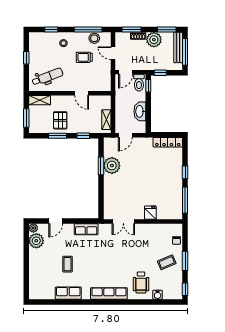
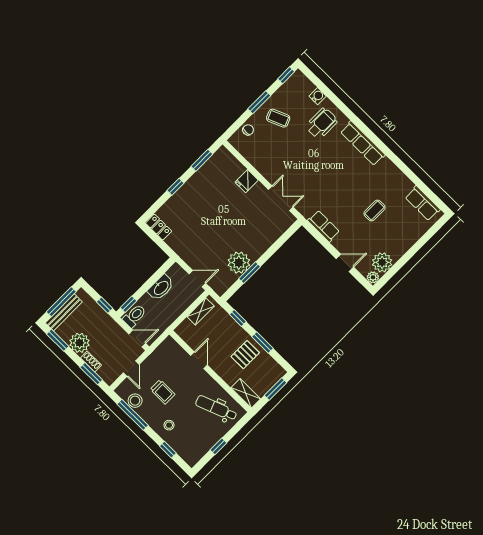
locker: (168, 142) -> (159, 227), width x0.66
window: (185, 200) -> (202, 160), width x0.69
row of seats: (68, 293) -> (423, 203), moved

